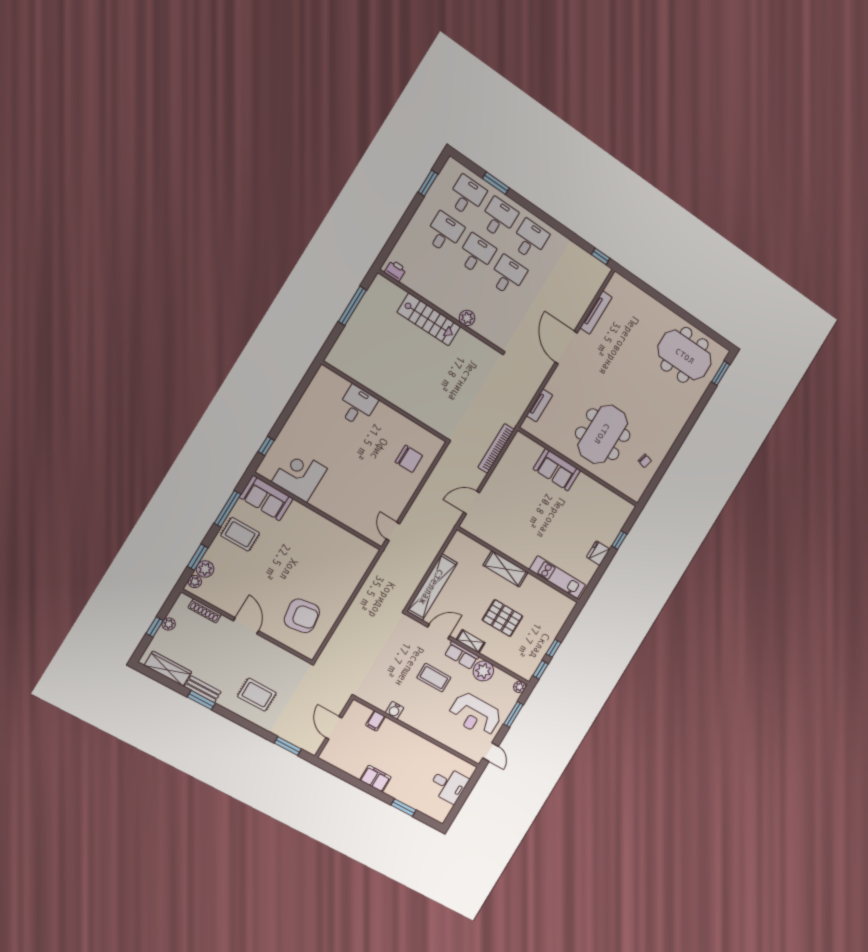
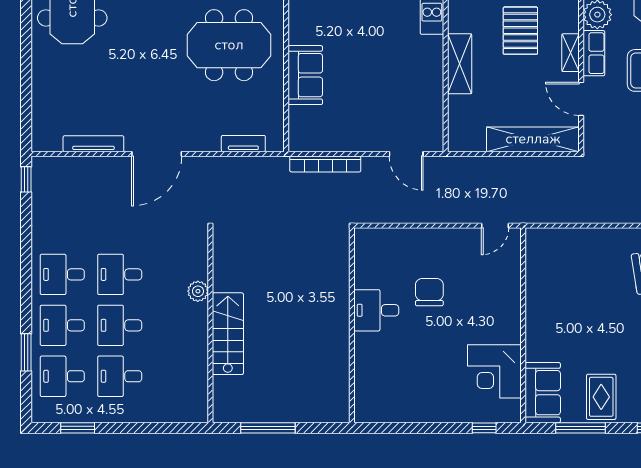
printer: (395, 271) -> (198, 405), removed
desk: (357, 406) -> (376, 310), moved
chair: (409, 459) -> (429, 292), moved

